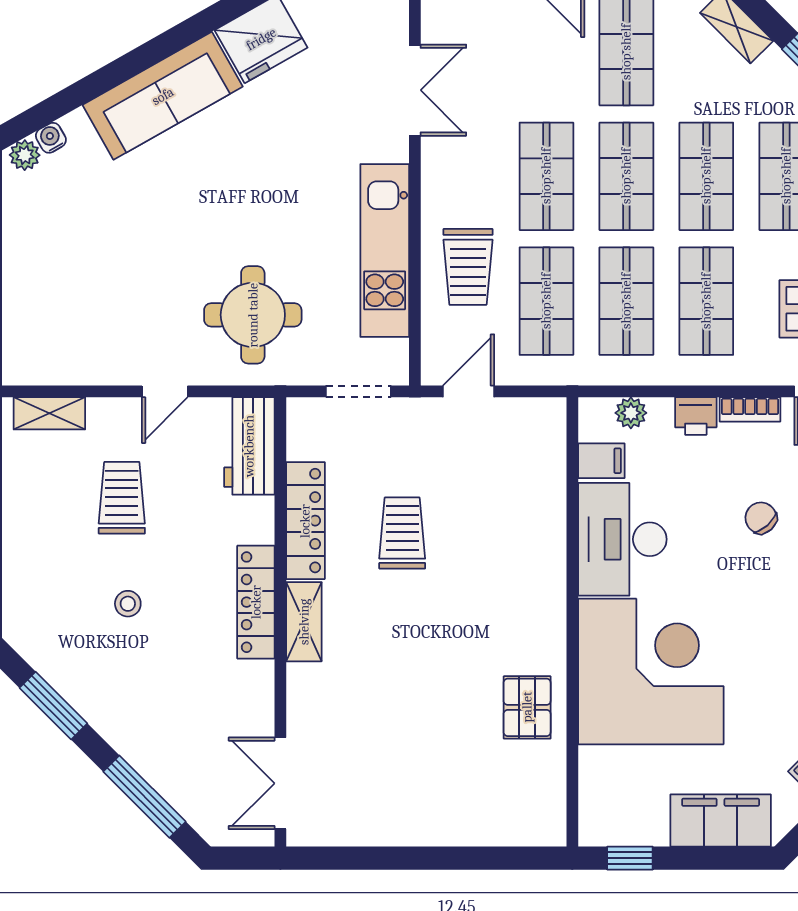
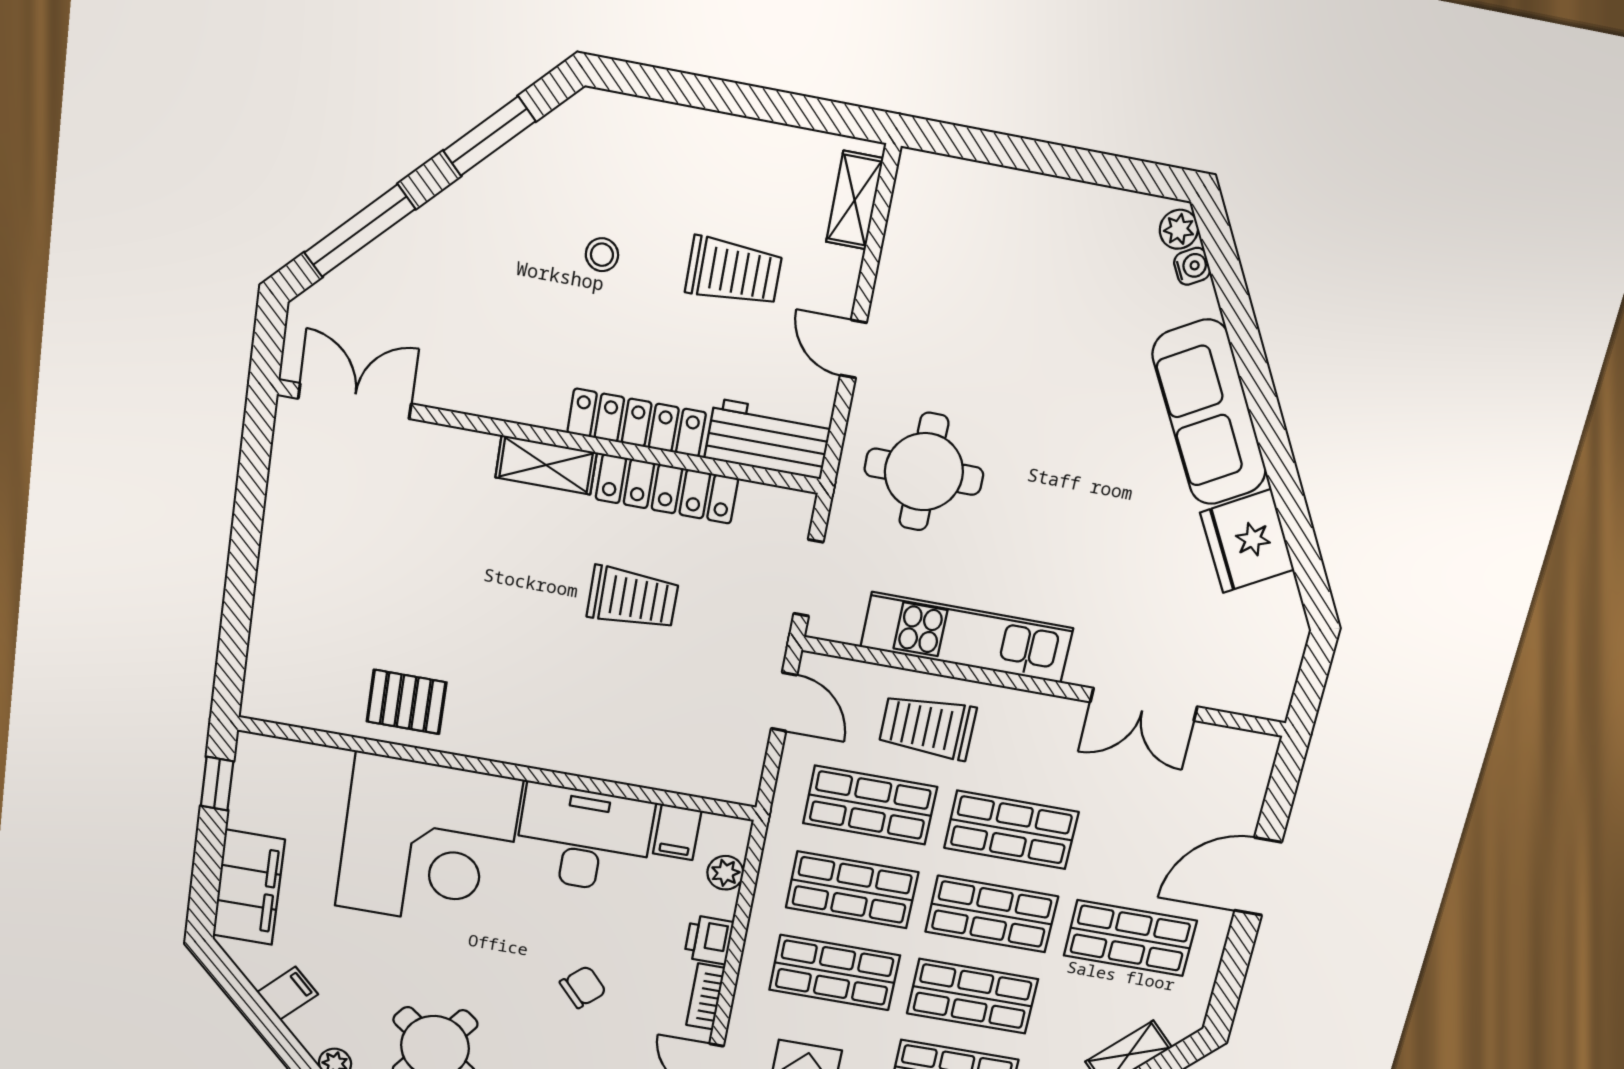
locker: (256, 602) -> (637, 423), moved

